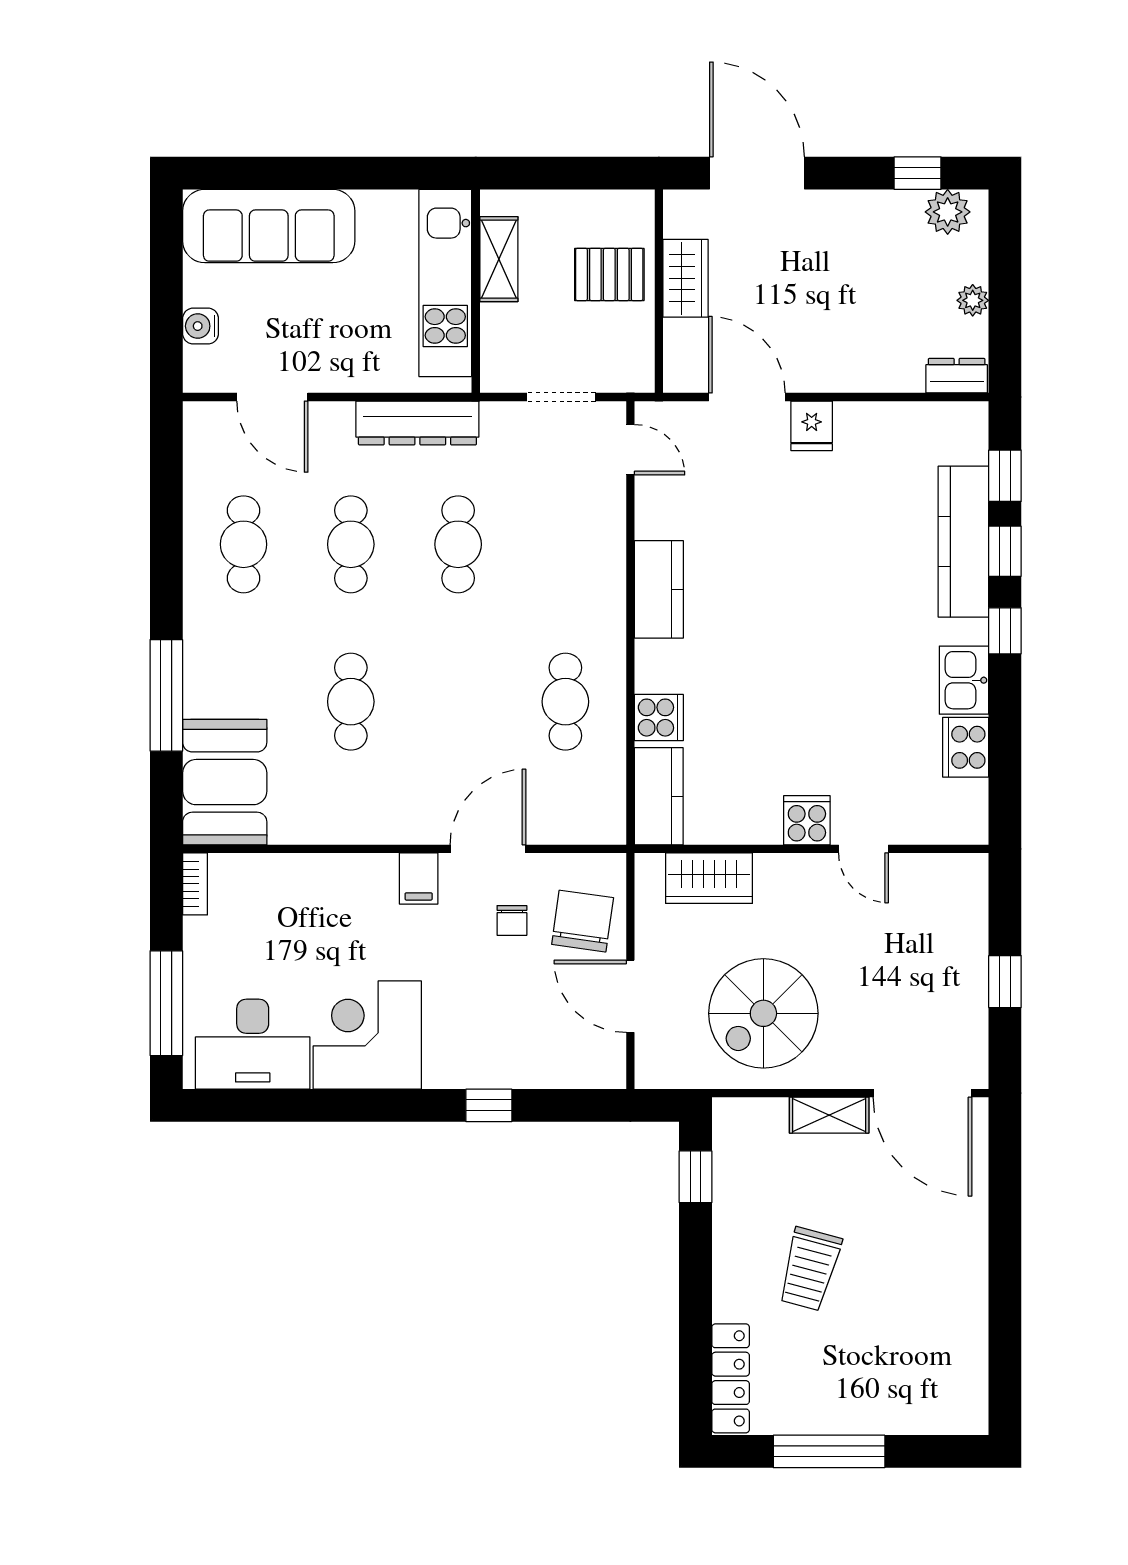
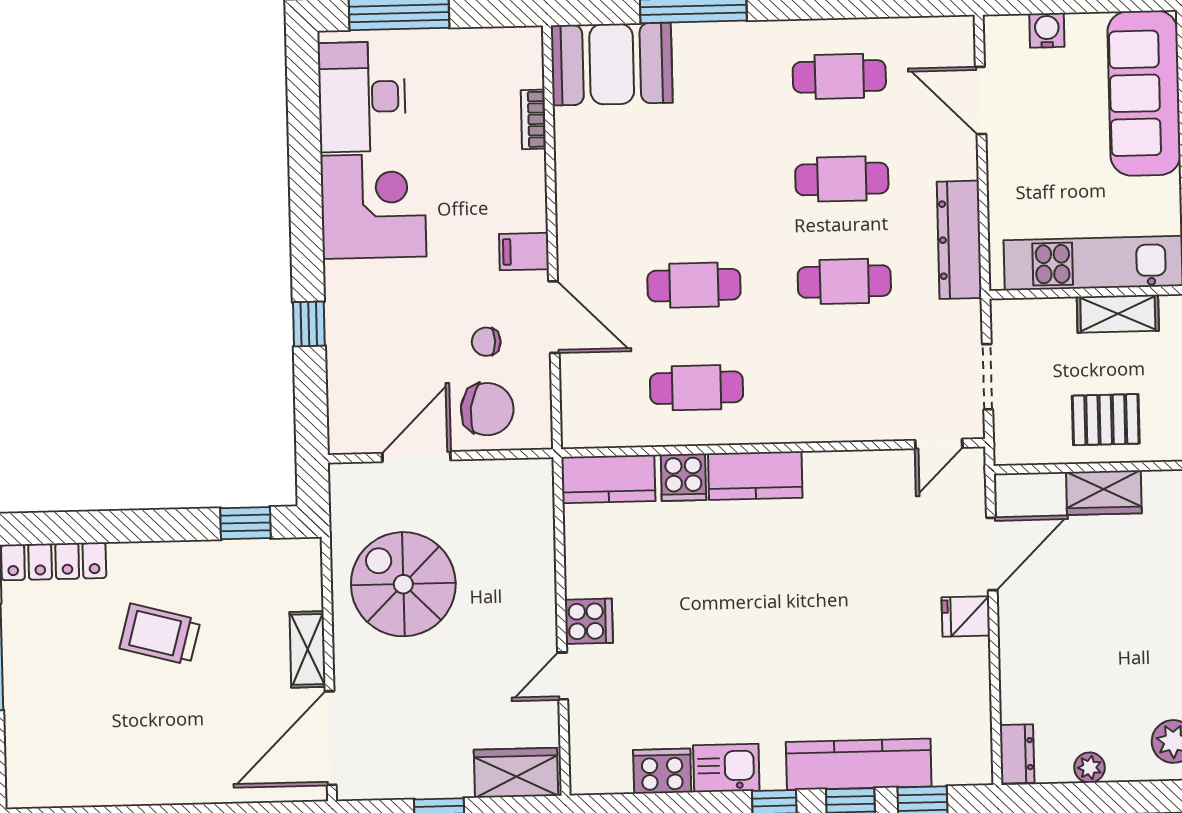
pallet: (609, 274) -> (1106, 420), turned 90
door: (272, 397) -> (981, 101), hinge flipped
kitchen counter: (659, 589) -> (755, 476), moved
cafe table: (351, 702) -> (694, 285), moved
wardrobe: (709, 878) -> (516, 773), moved, turned 90
bookcase: (195, 884) -> (533, 119), moved, turned 90

